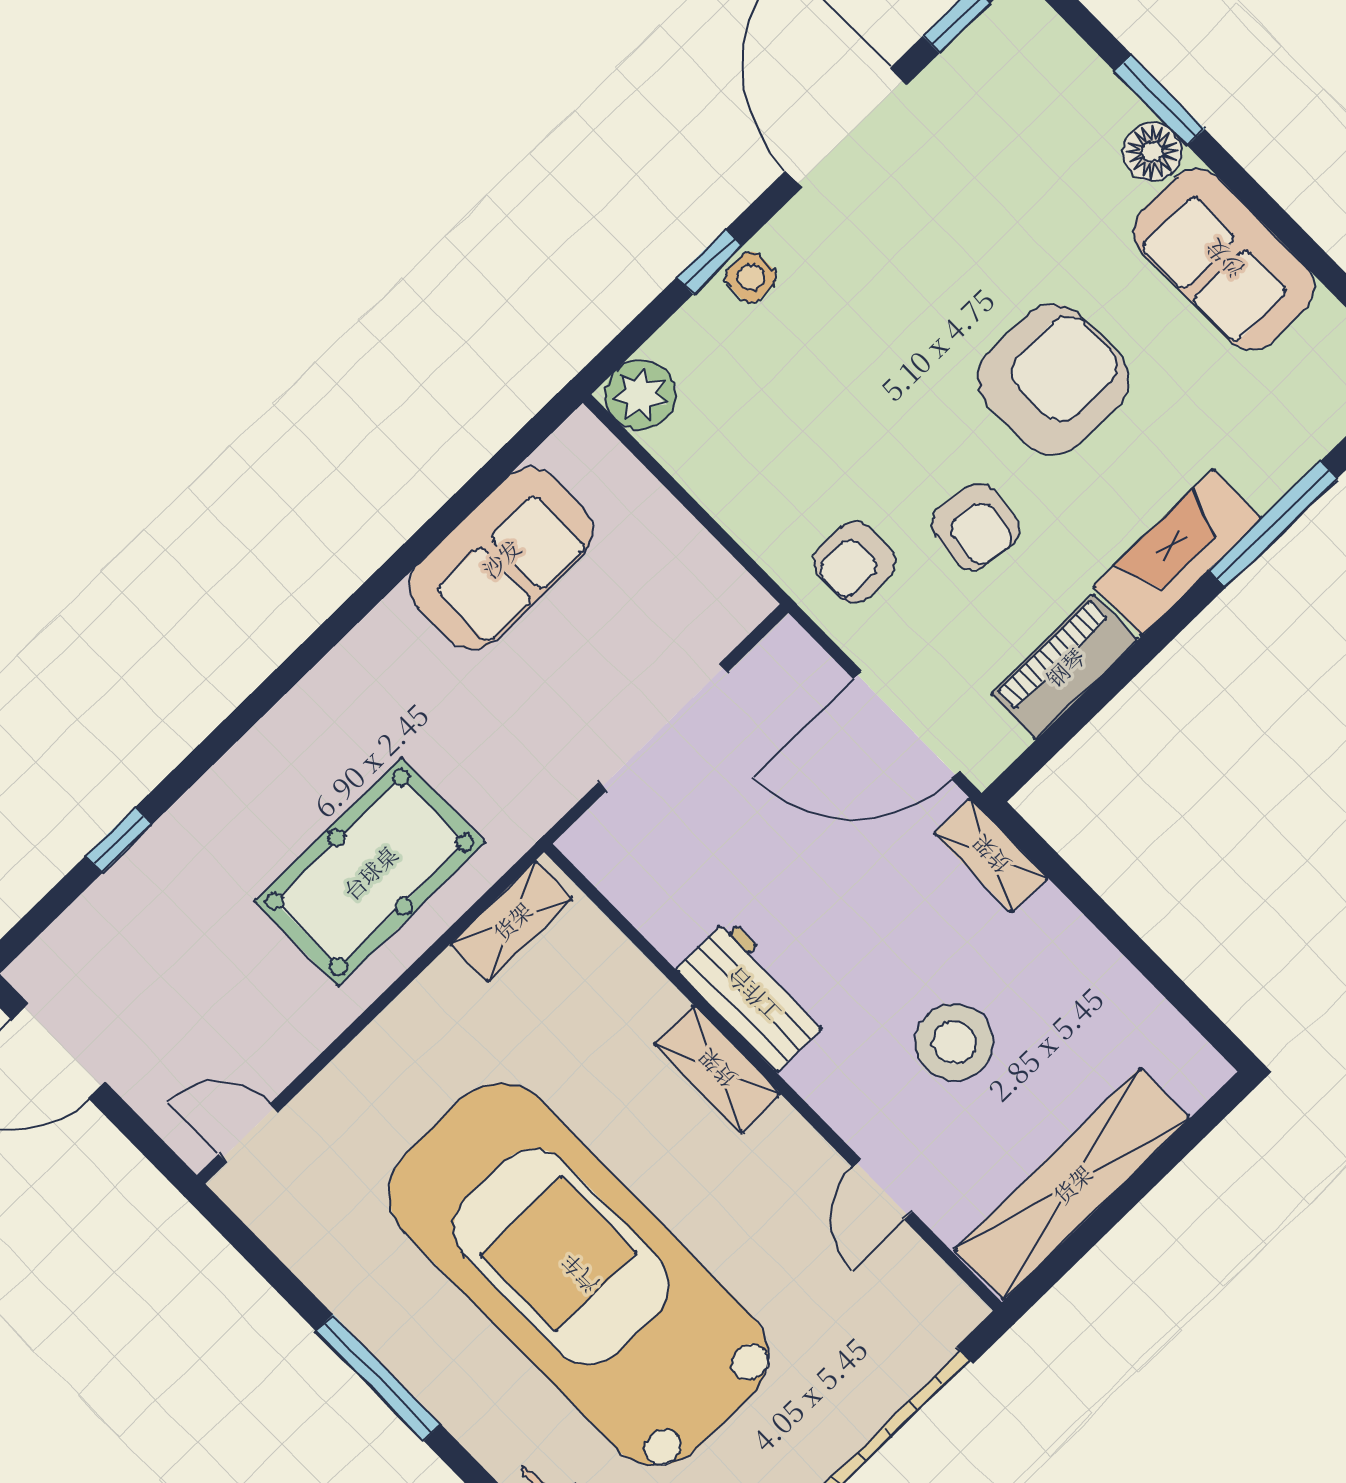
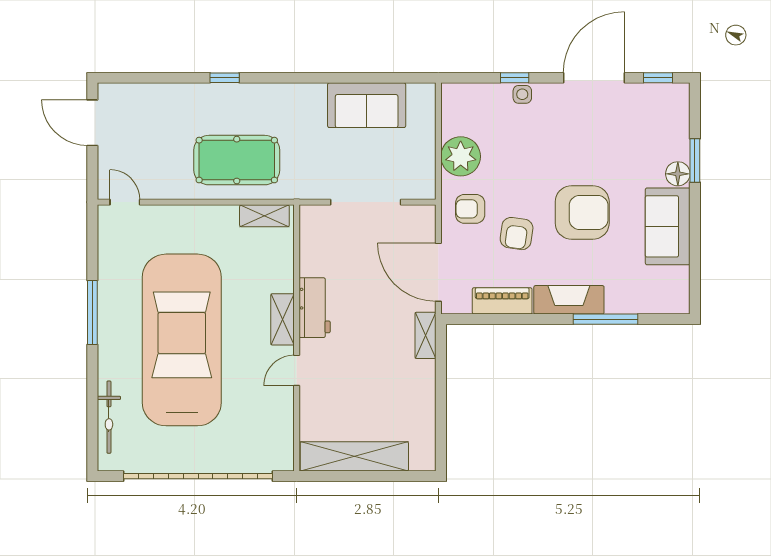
plant: (640, 395) -> (461, 156), moved, width x1.36, depth x1.36
window: (119, 840) -> (225, 78), moved
stool: (954, 1042) -> (361, 380), removed
door: (883, 1189) -> (297, 370), moved

